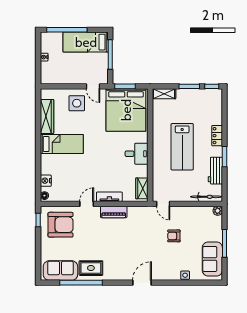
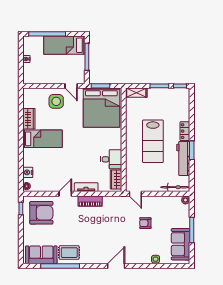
wardrobe: (47, 116) -> (29, 119), width x0.67
desk: (137, 154) -> (111, 159), moved
workbench: (215, 171) -> (183, 158), width x1.38

